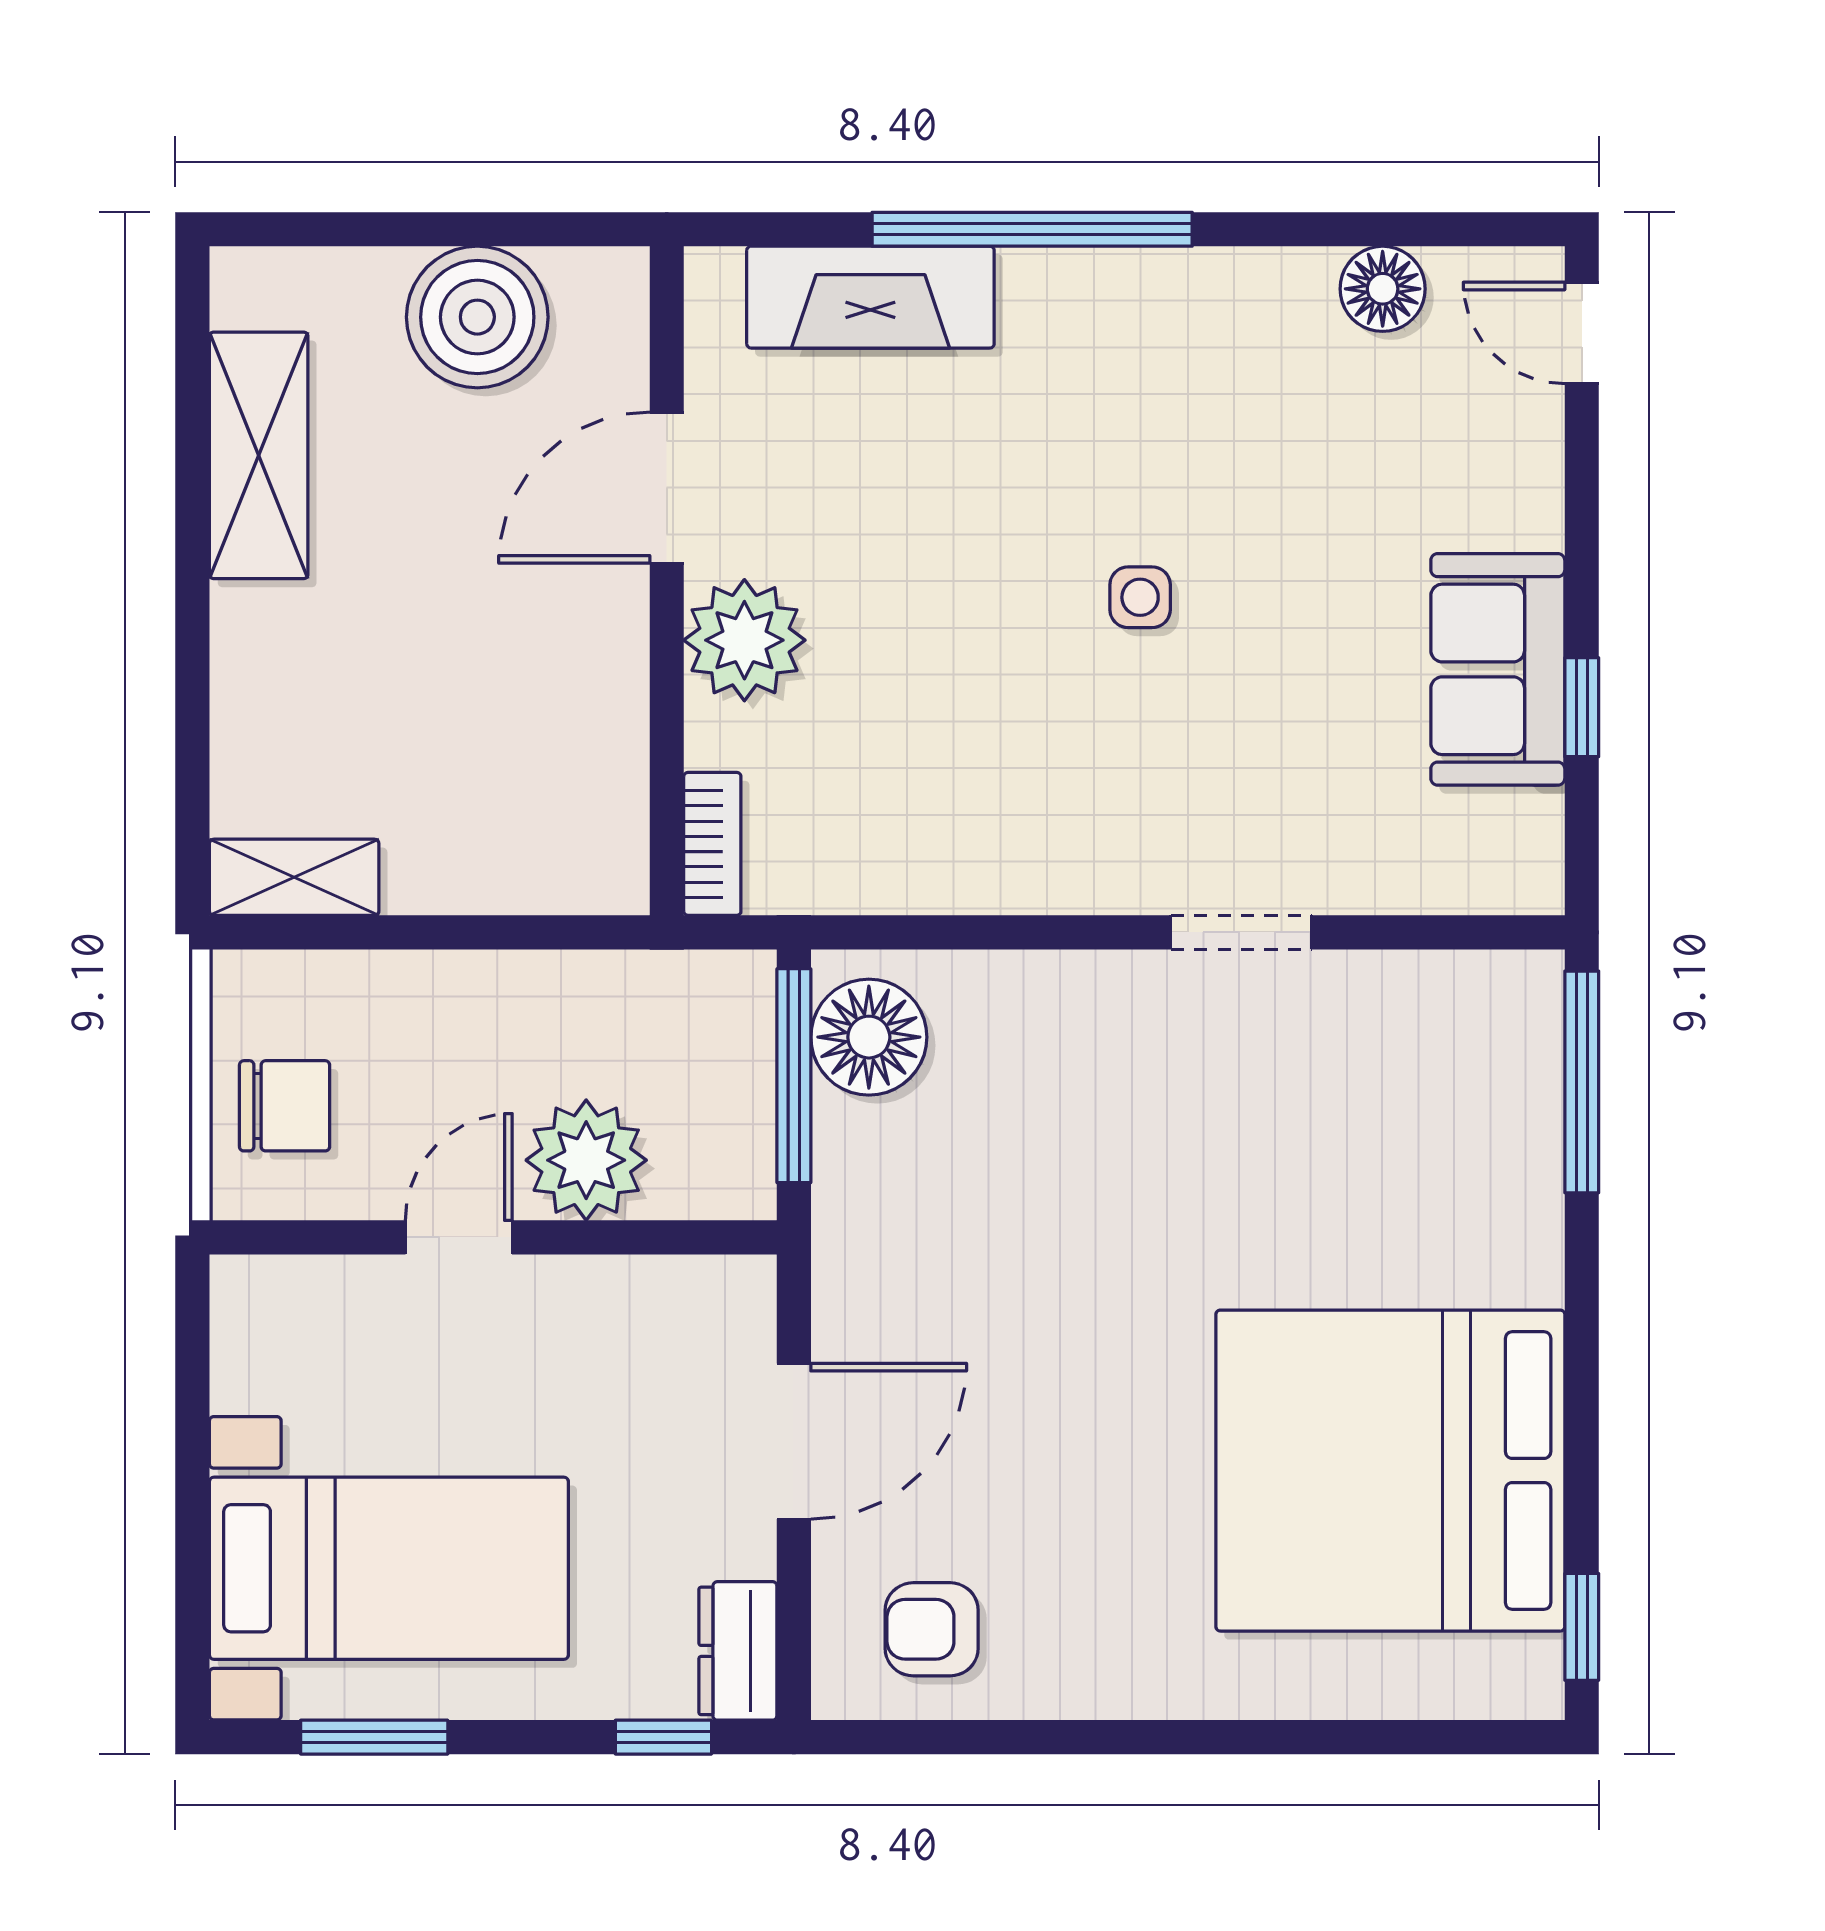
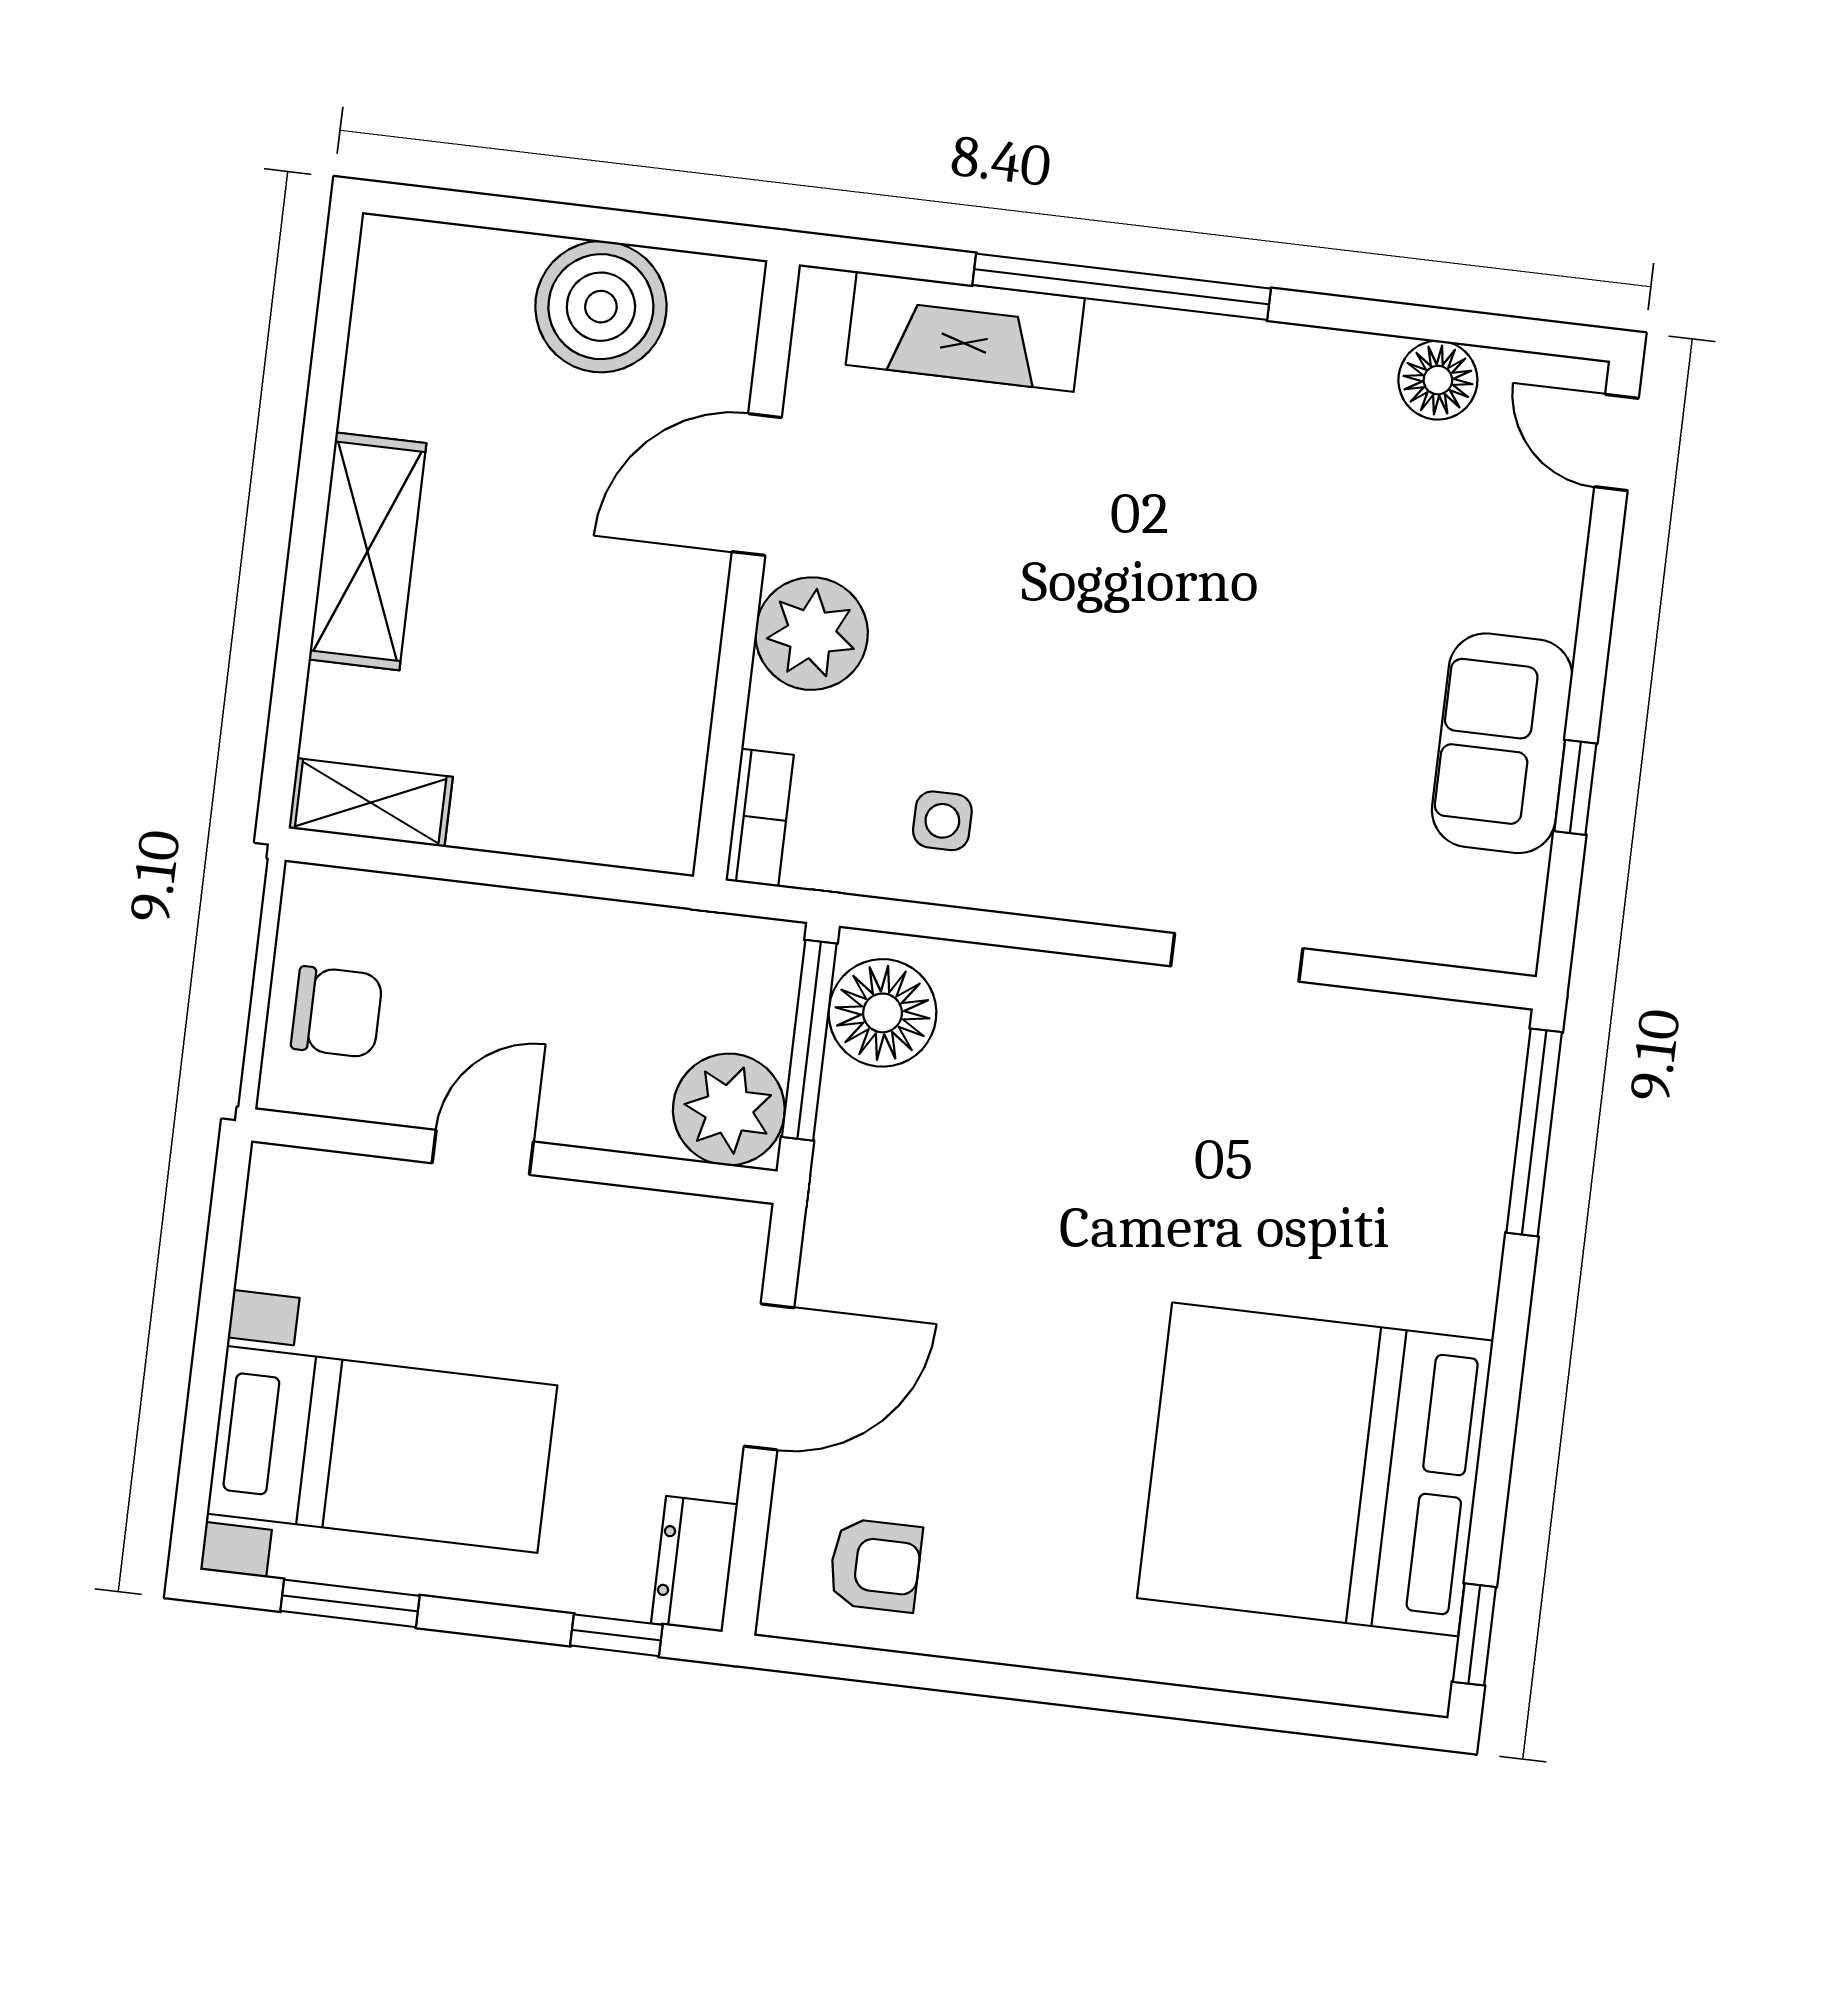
shelving: (259, 455) -> (368, 551), moved
side table: (1140, 597) -> (942, 821), moved
plant: (586, 1160) -> (729, 1110), moved
armchair: (932, 1629) -> (875, 1565), turned 180

